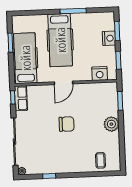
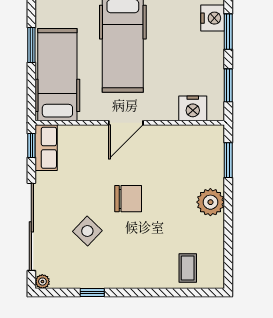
nightstand: (109, 38) -> (213, 18), moved
side table: (45, 143) -> (87, 231), added

